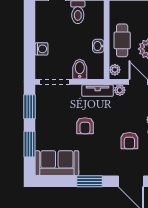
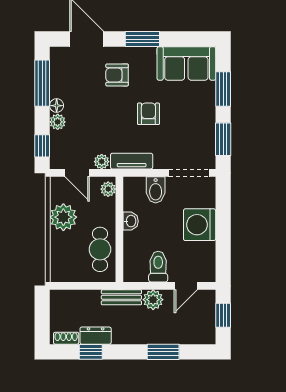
cafe table: (122, 40) -> (100, 249), moved
washing machine: (41, 49) -> (200, 225), width x1.89, depth x1.89
armchair: (129, 141) -> (117, 75), moved, turned -90

